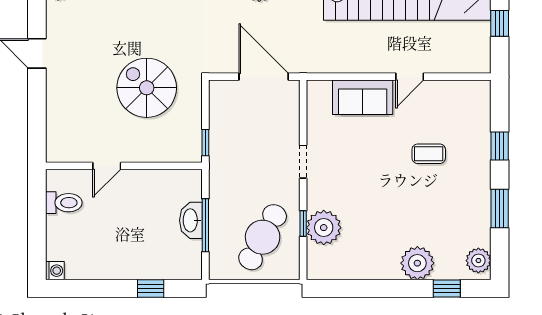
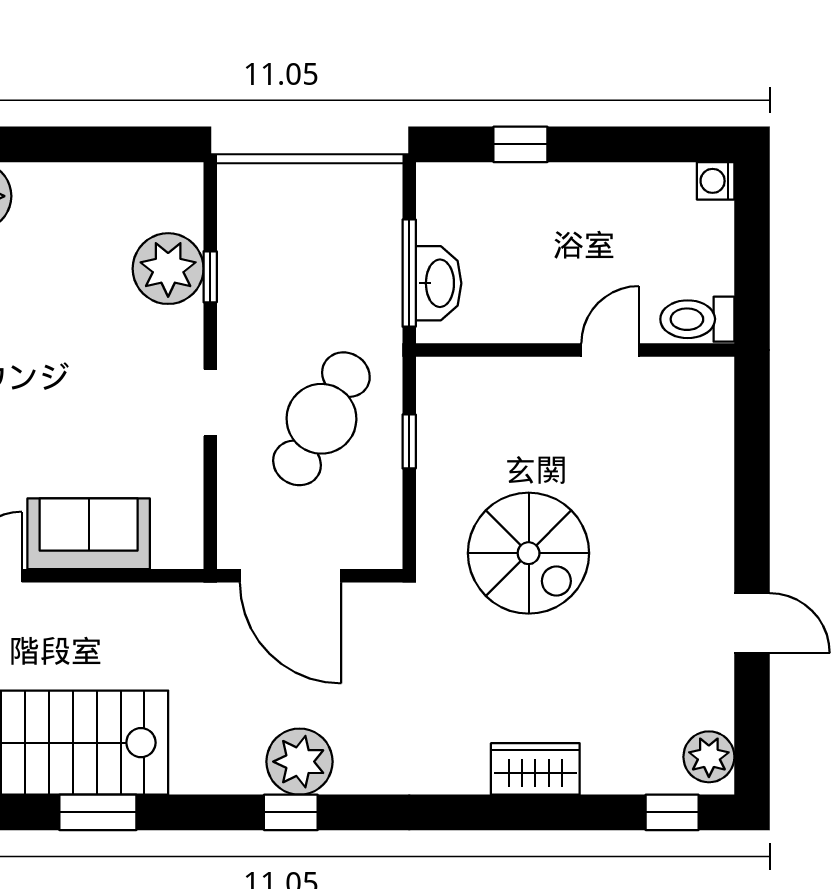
door: (107, 166) -> (610, 350), moved
wall: (124, 166) -> (575, 350), moved
cafe table: (263, 237) -> (321, 419), moved

